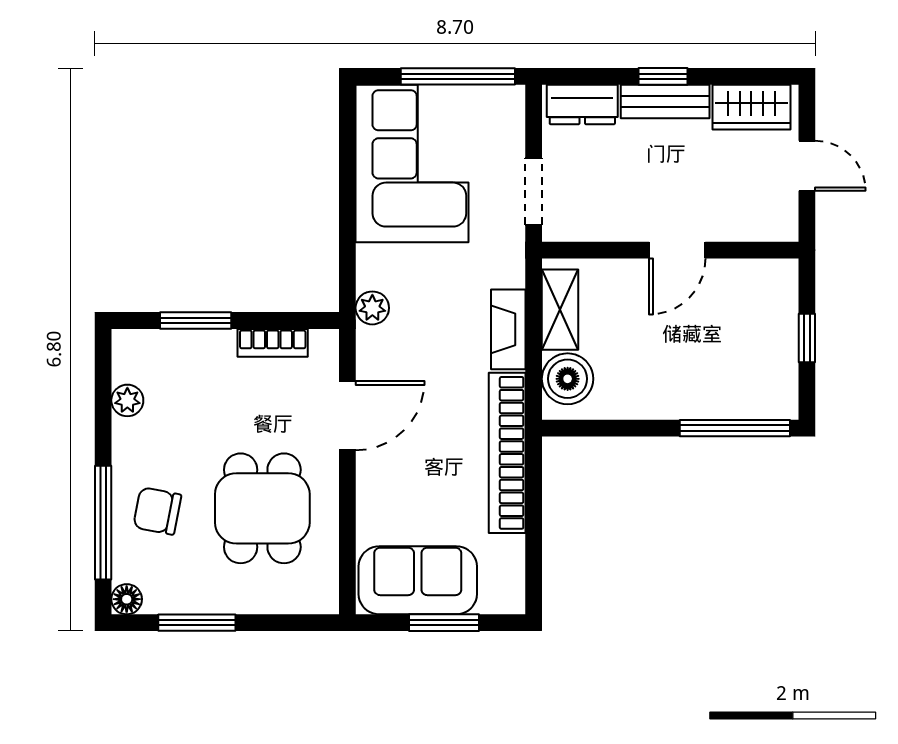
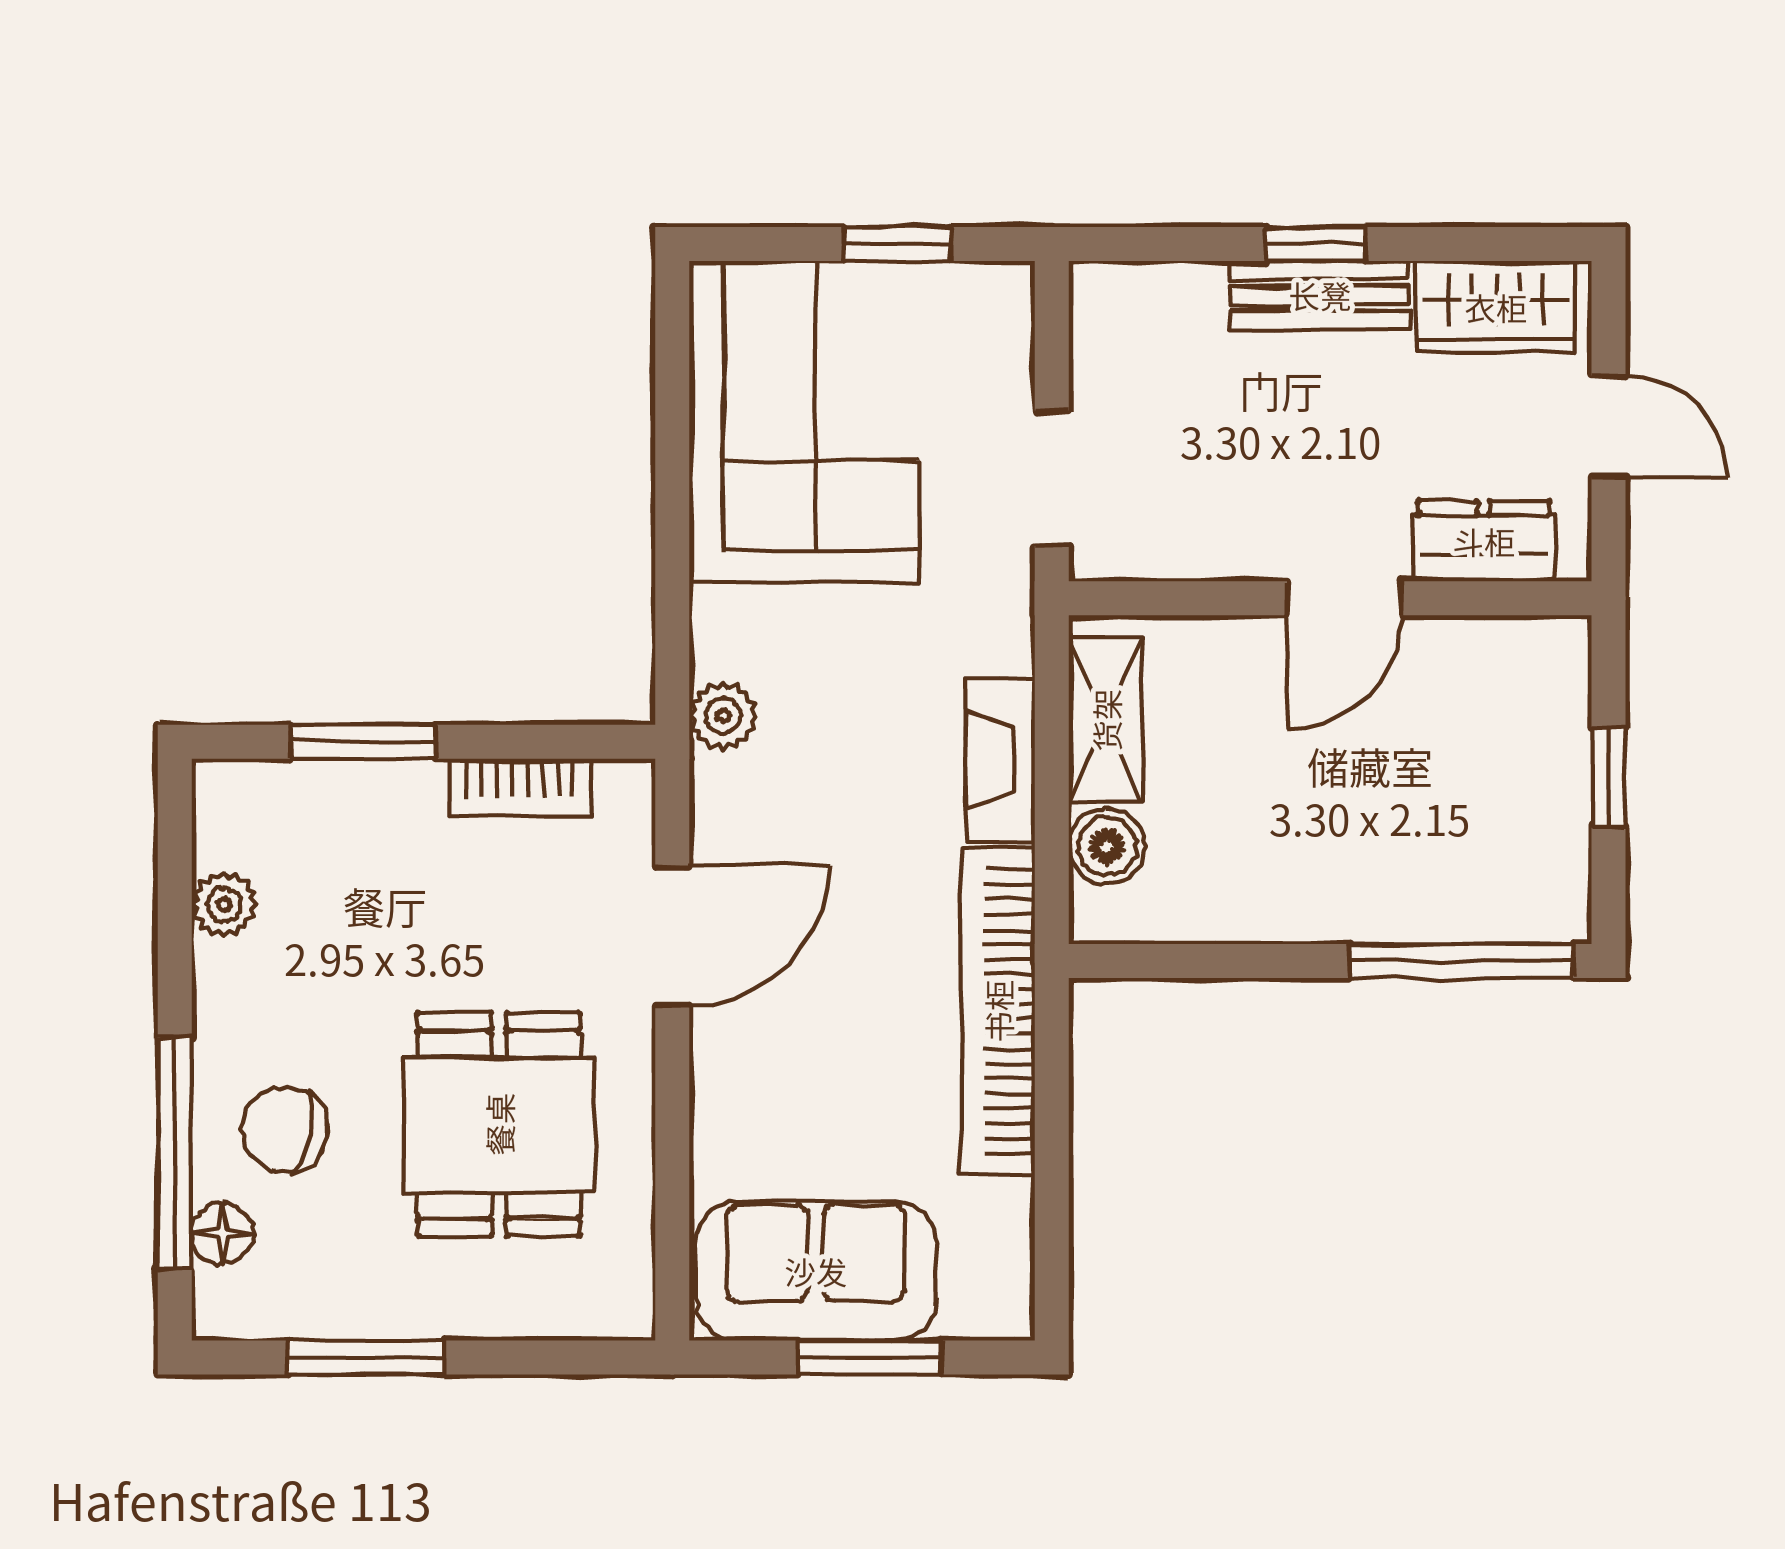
window: (458, 76) -> (897, 244), width x0.46
dresser: (582, 104) -> (1484, 541), moved, turned 180
boiler: (568, 379) -> (1107, 847), width x0.73, depth x0.73
floor lamp: (127, 599) -> (222, 1233), moved

